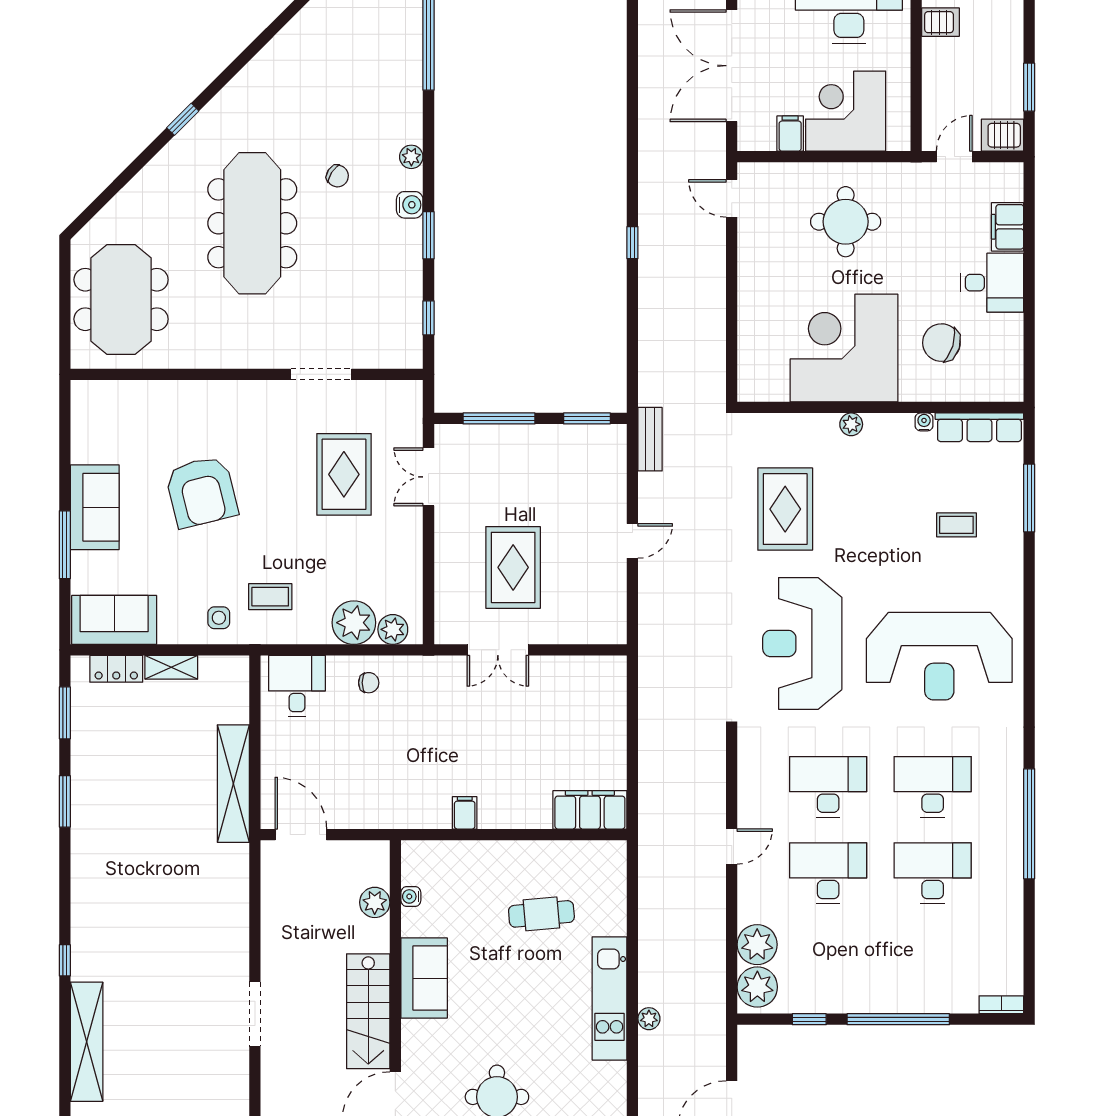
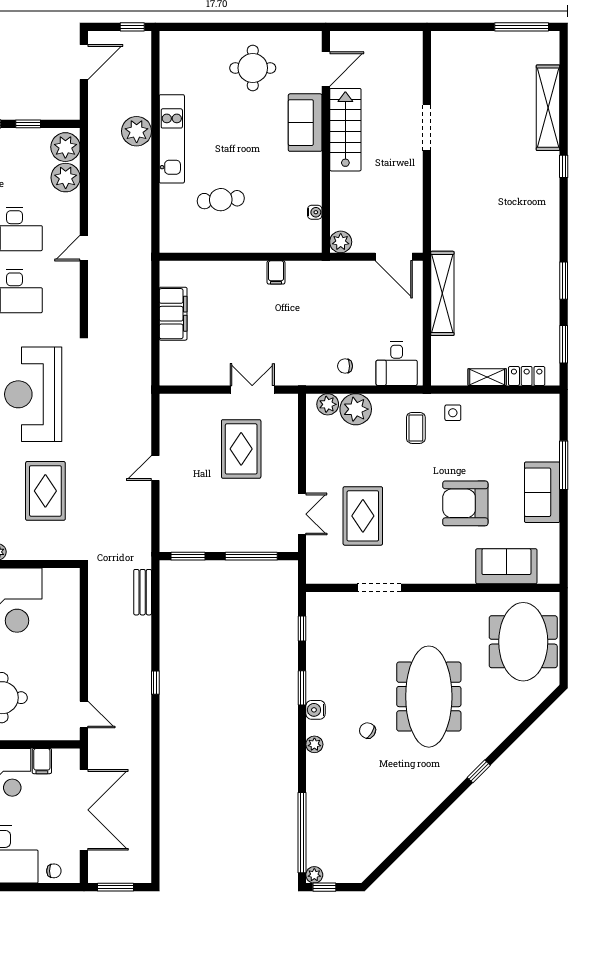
bench: (650, 439) -> (143, 592), moved
armchair: (201, 492) -> (465, 503), turned -76
coffee table: (270, 597) -> (416, 428), turned 90
sofa: (114, 620) -> (506, 566), moved, turned 180
reception desk: (802, 643) -> (33, 394), turned 180
filing cabinet: (590, 810) -> (173, 314), moved, turned -90
plant: (375, 902) -> (341, 242), moved
sofa: (424, 978) -> (305, 123), moved
plant: (649, 1019) -> (137, 131), width x1.88, depth x1.88

